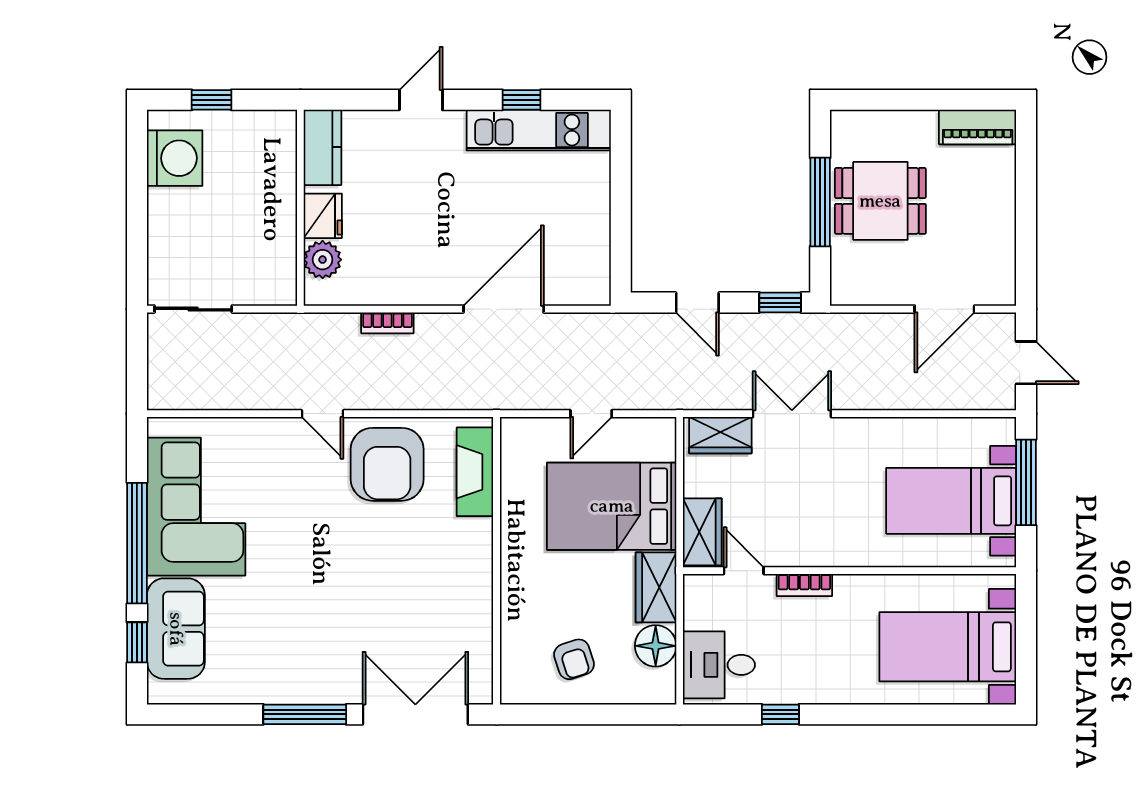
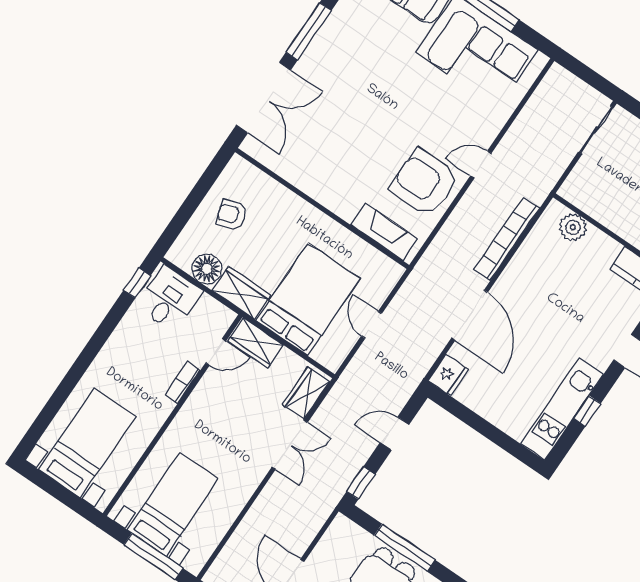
fridge: (323, 216) -> (448, 375), moved, turned -90
bookcase: (387, 323) -> (507, 239), width x2.31, depth x1.31
window: (780, 714) -> (137, 283), moved

